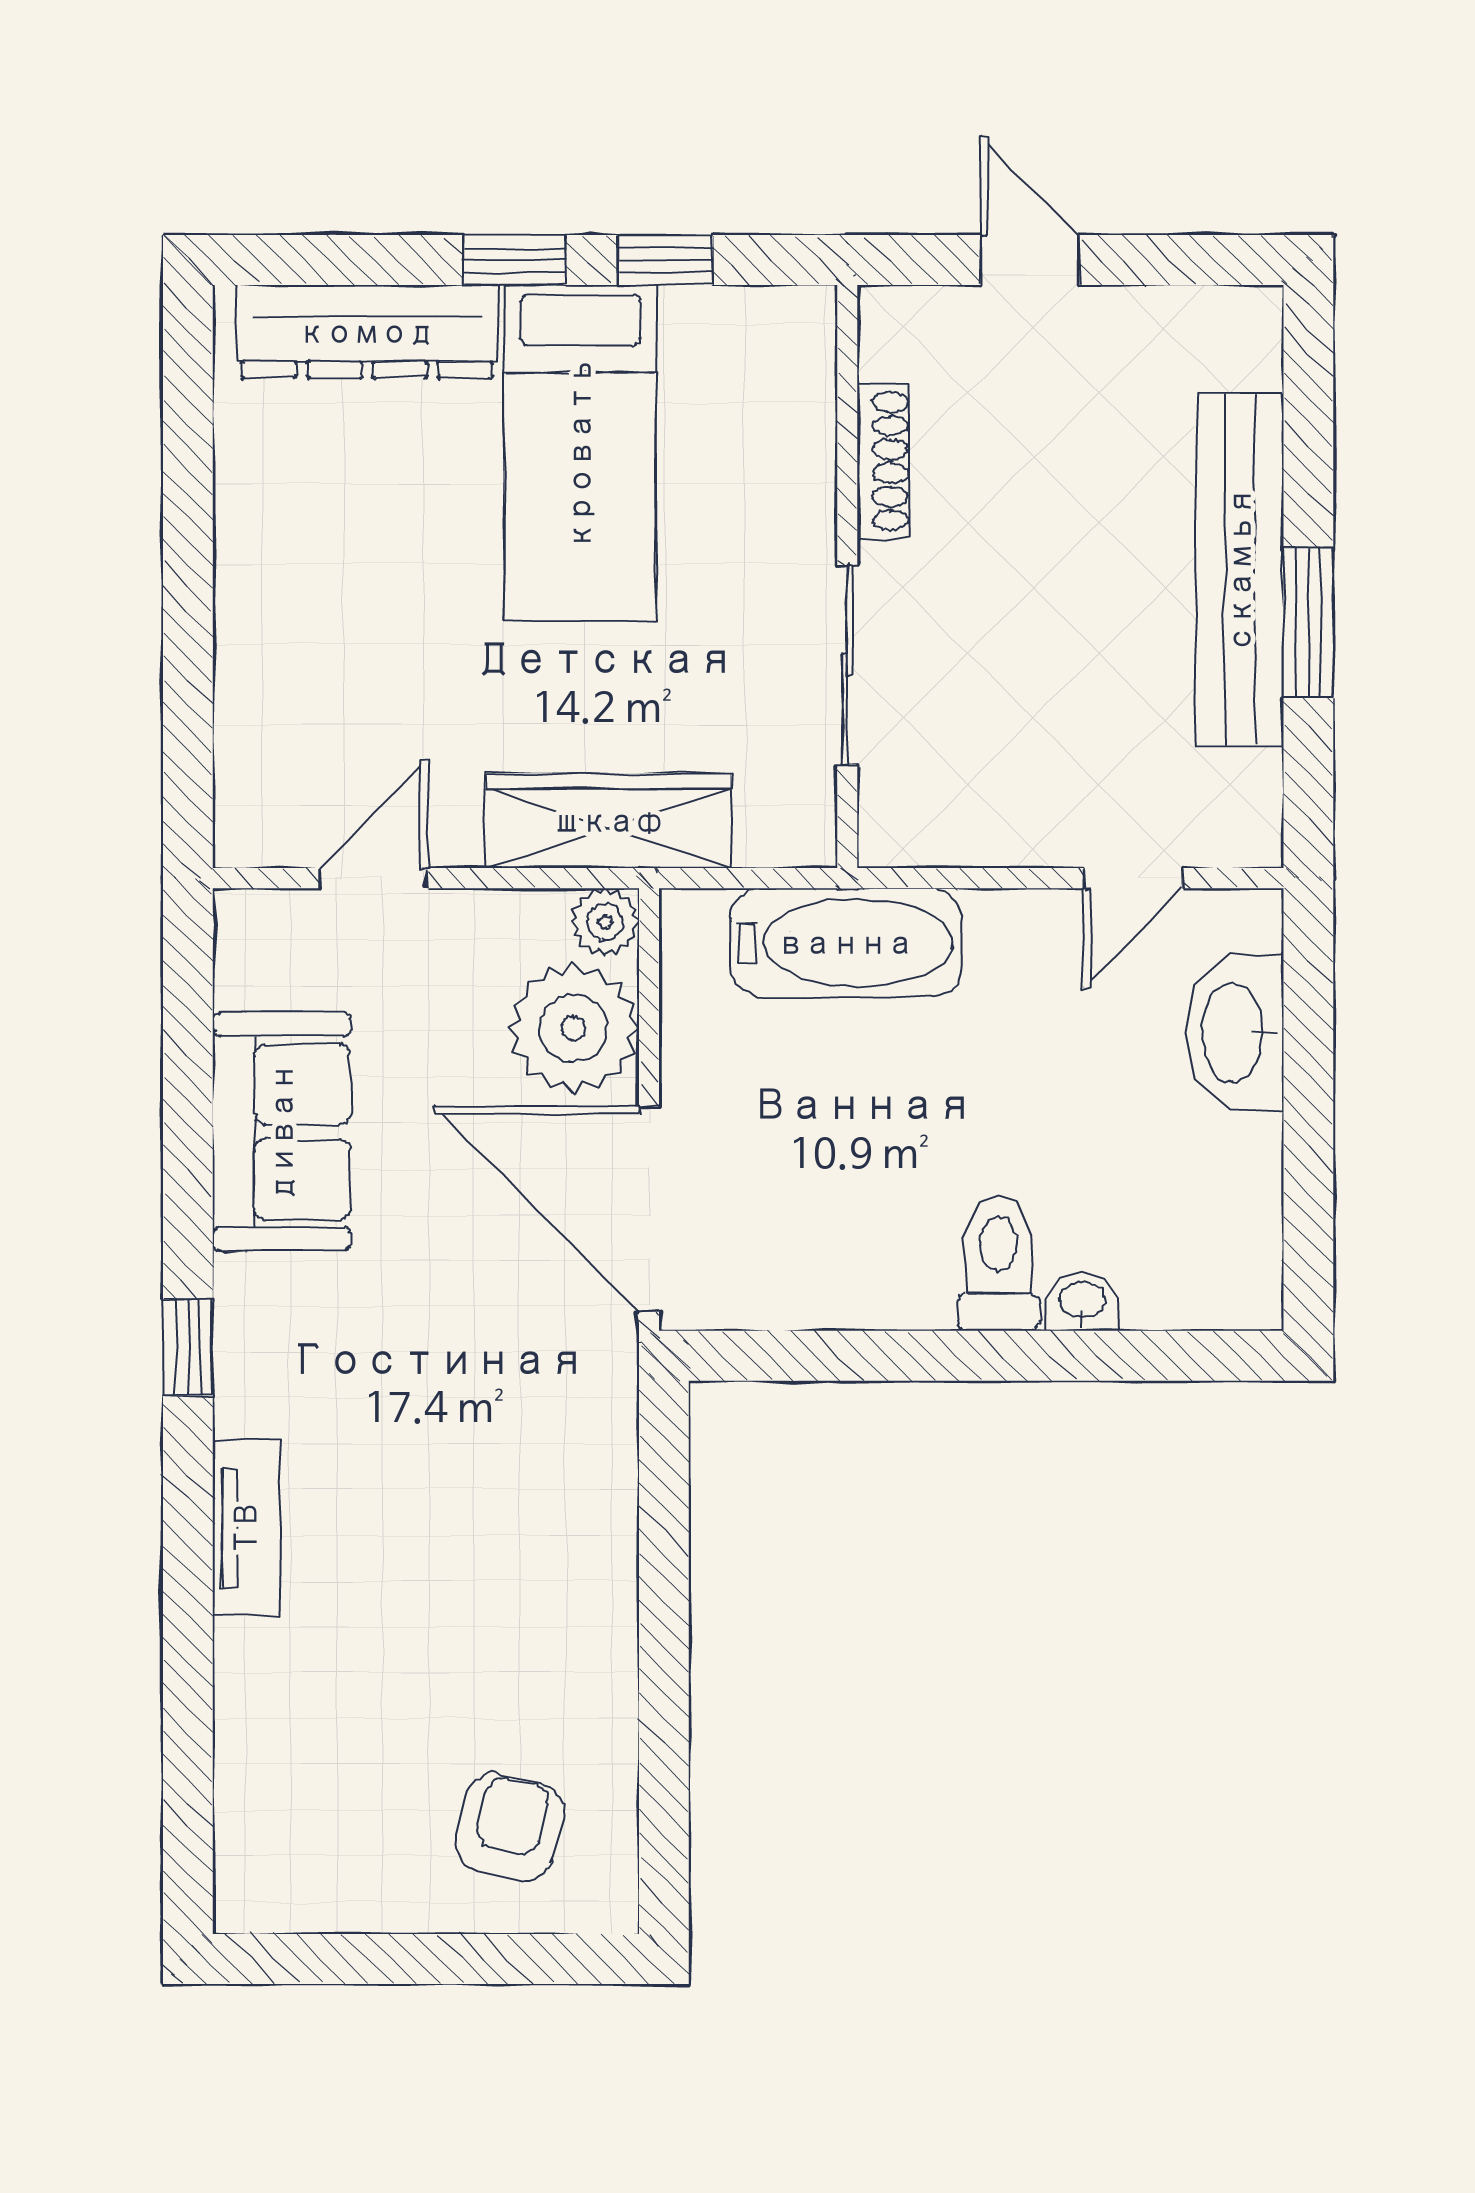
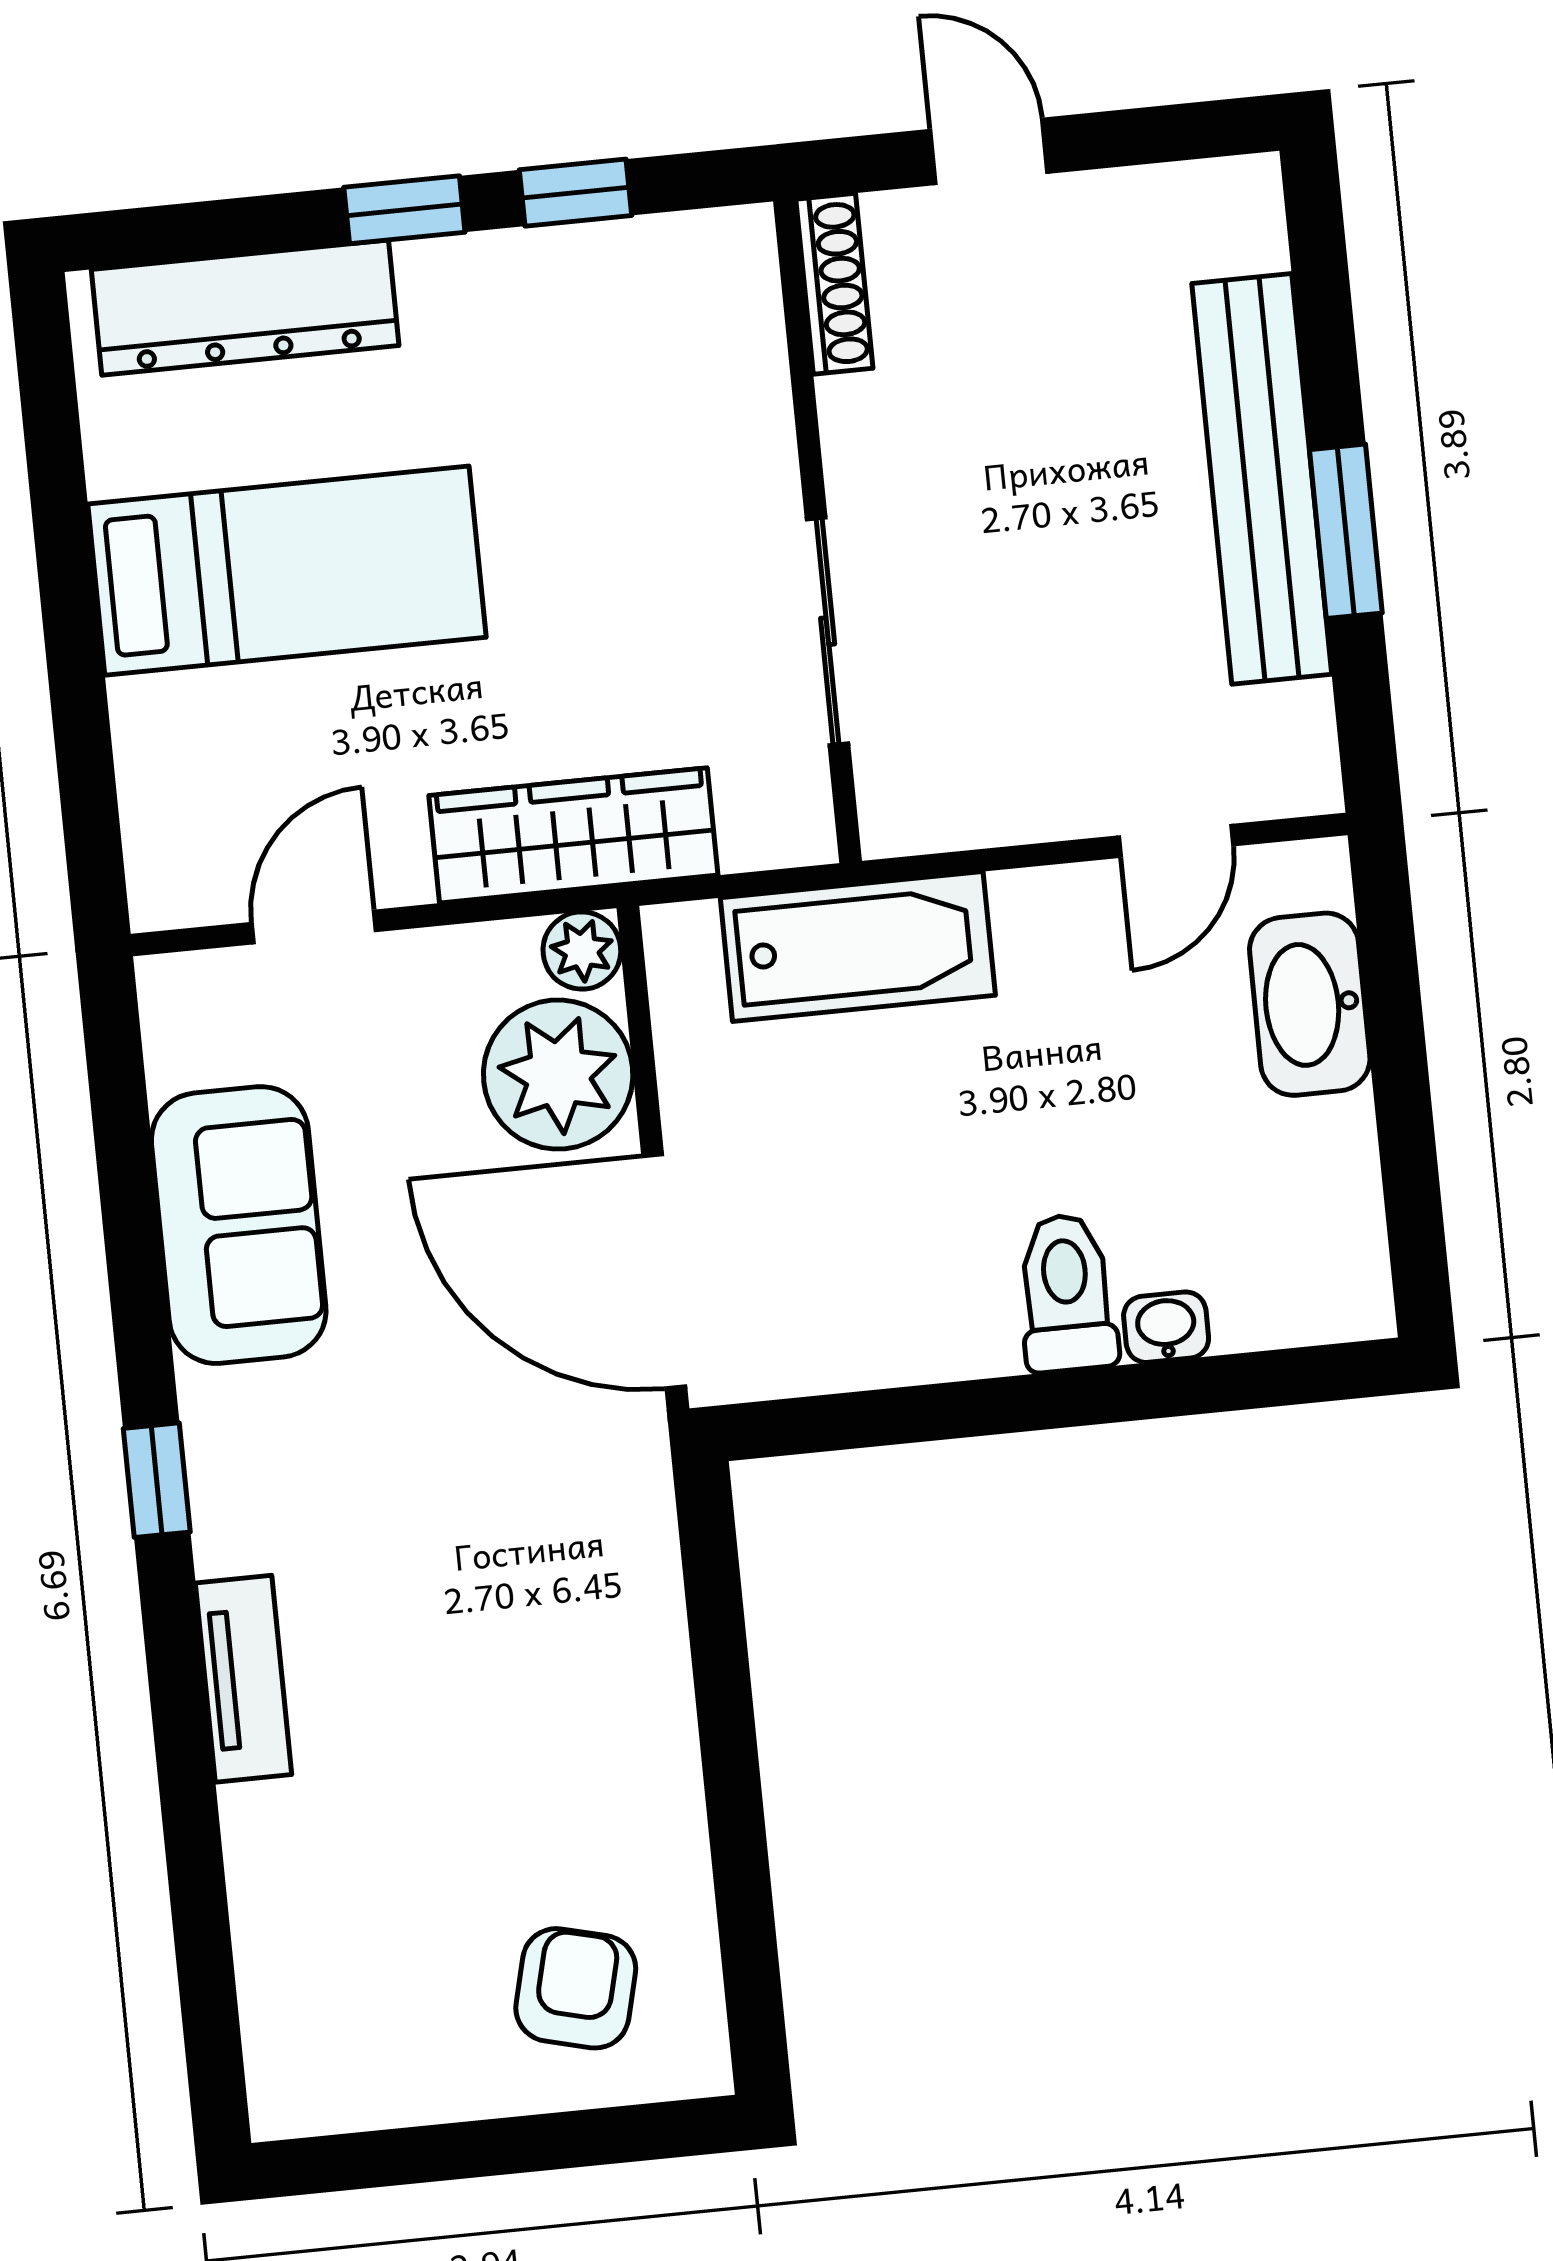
bed: (580, 453) -> (287, 571), moved, turned -90
shoe rack: (884, 461) -> (834, 284), moved

